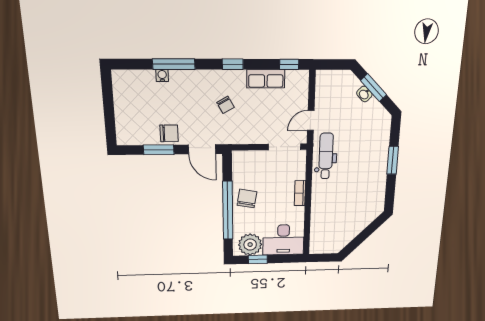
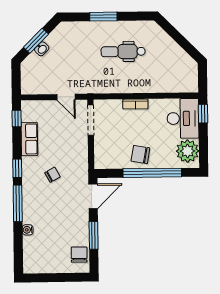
window: (174, 64) -> (18, 203), moved
chair: (169, 133) -> (79, 255), moved
dental chair: (326, 156) -> (123, 52), moved
window: (258, 259) -> (203, 114), moved

